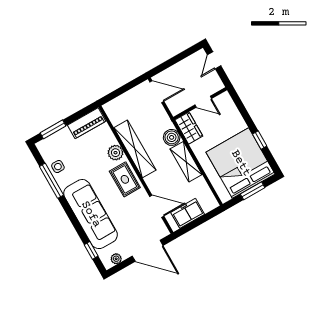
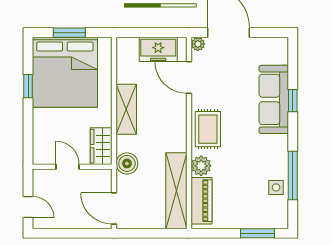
door: (214, 60) -> (28, 207), hinge flipped
piano: (87, 123) -> (201, 201), moved, turned 90
boiler: (172, 137) -> (127, 163), moved
shelving: (135, 149) -> (176, 191), moved
sofa: (91, 214) -> (274, 99), width x0.74, depth x0.79
window: (91, 250) -> (293, 101), moved
plant: (116, 259) -> (198, 44), moved

